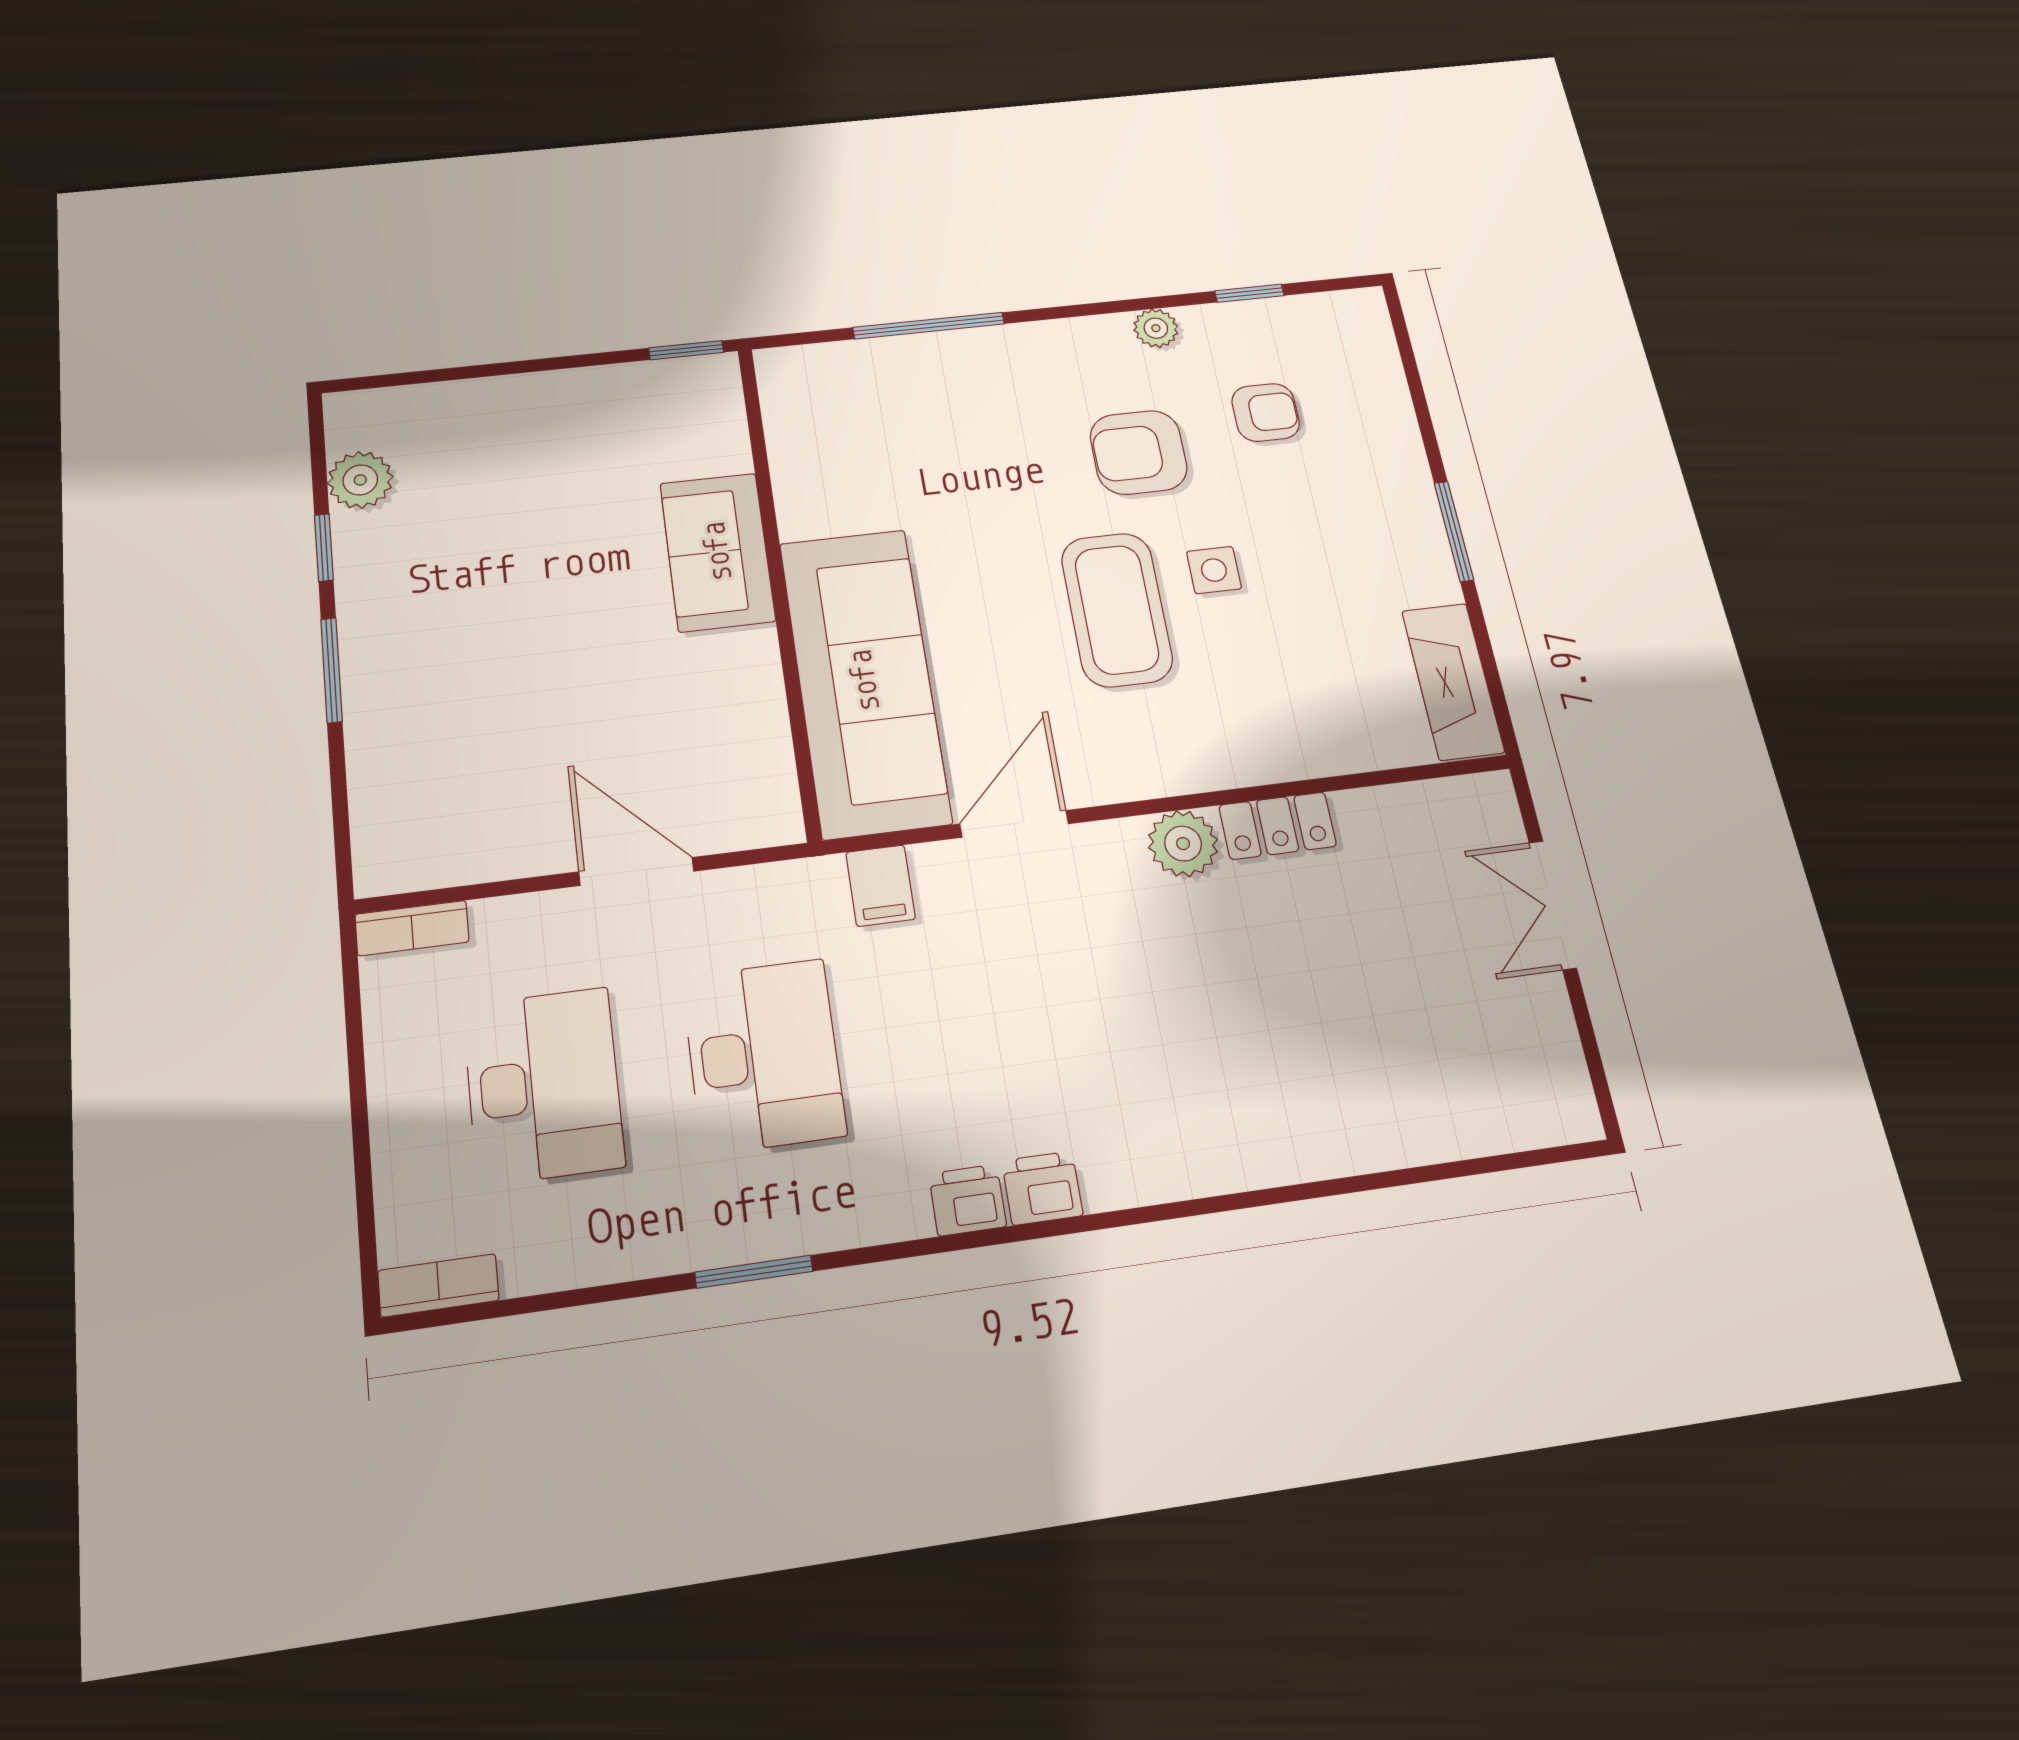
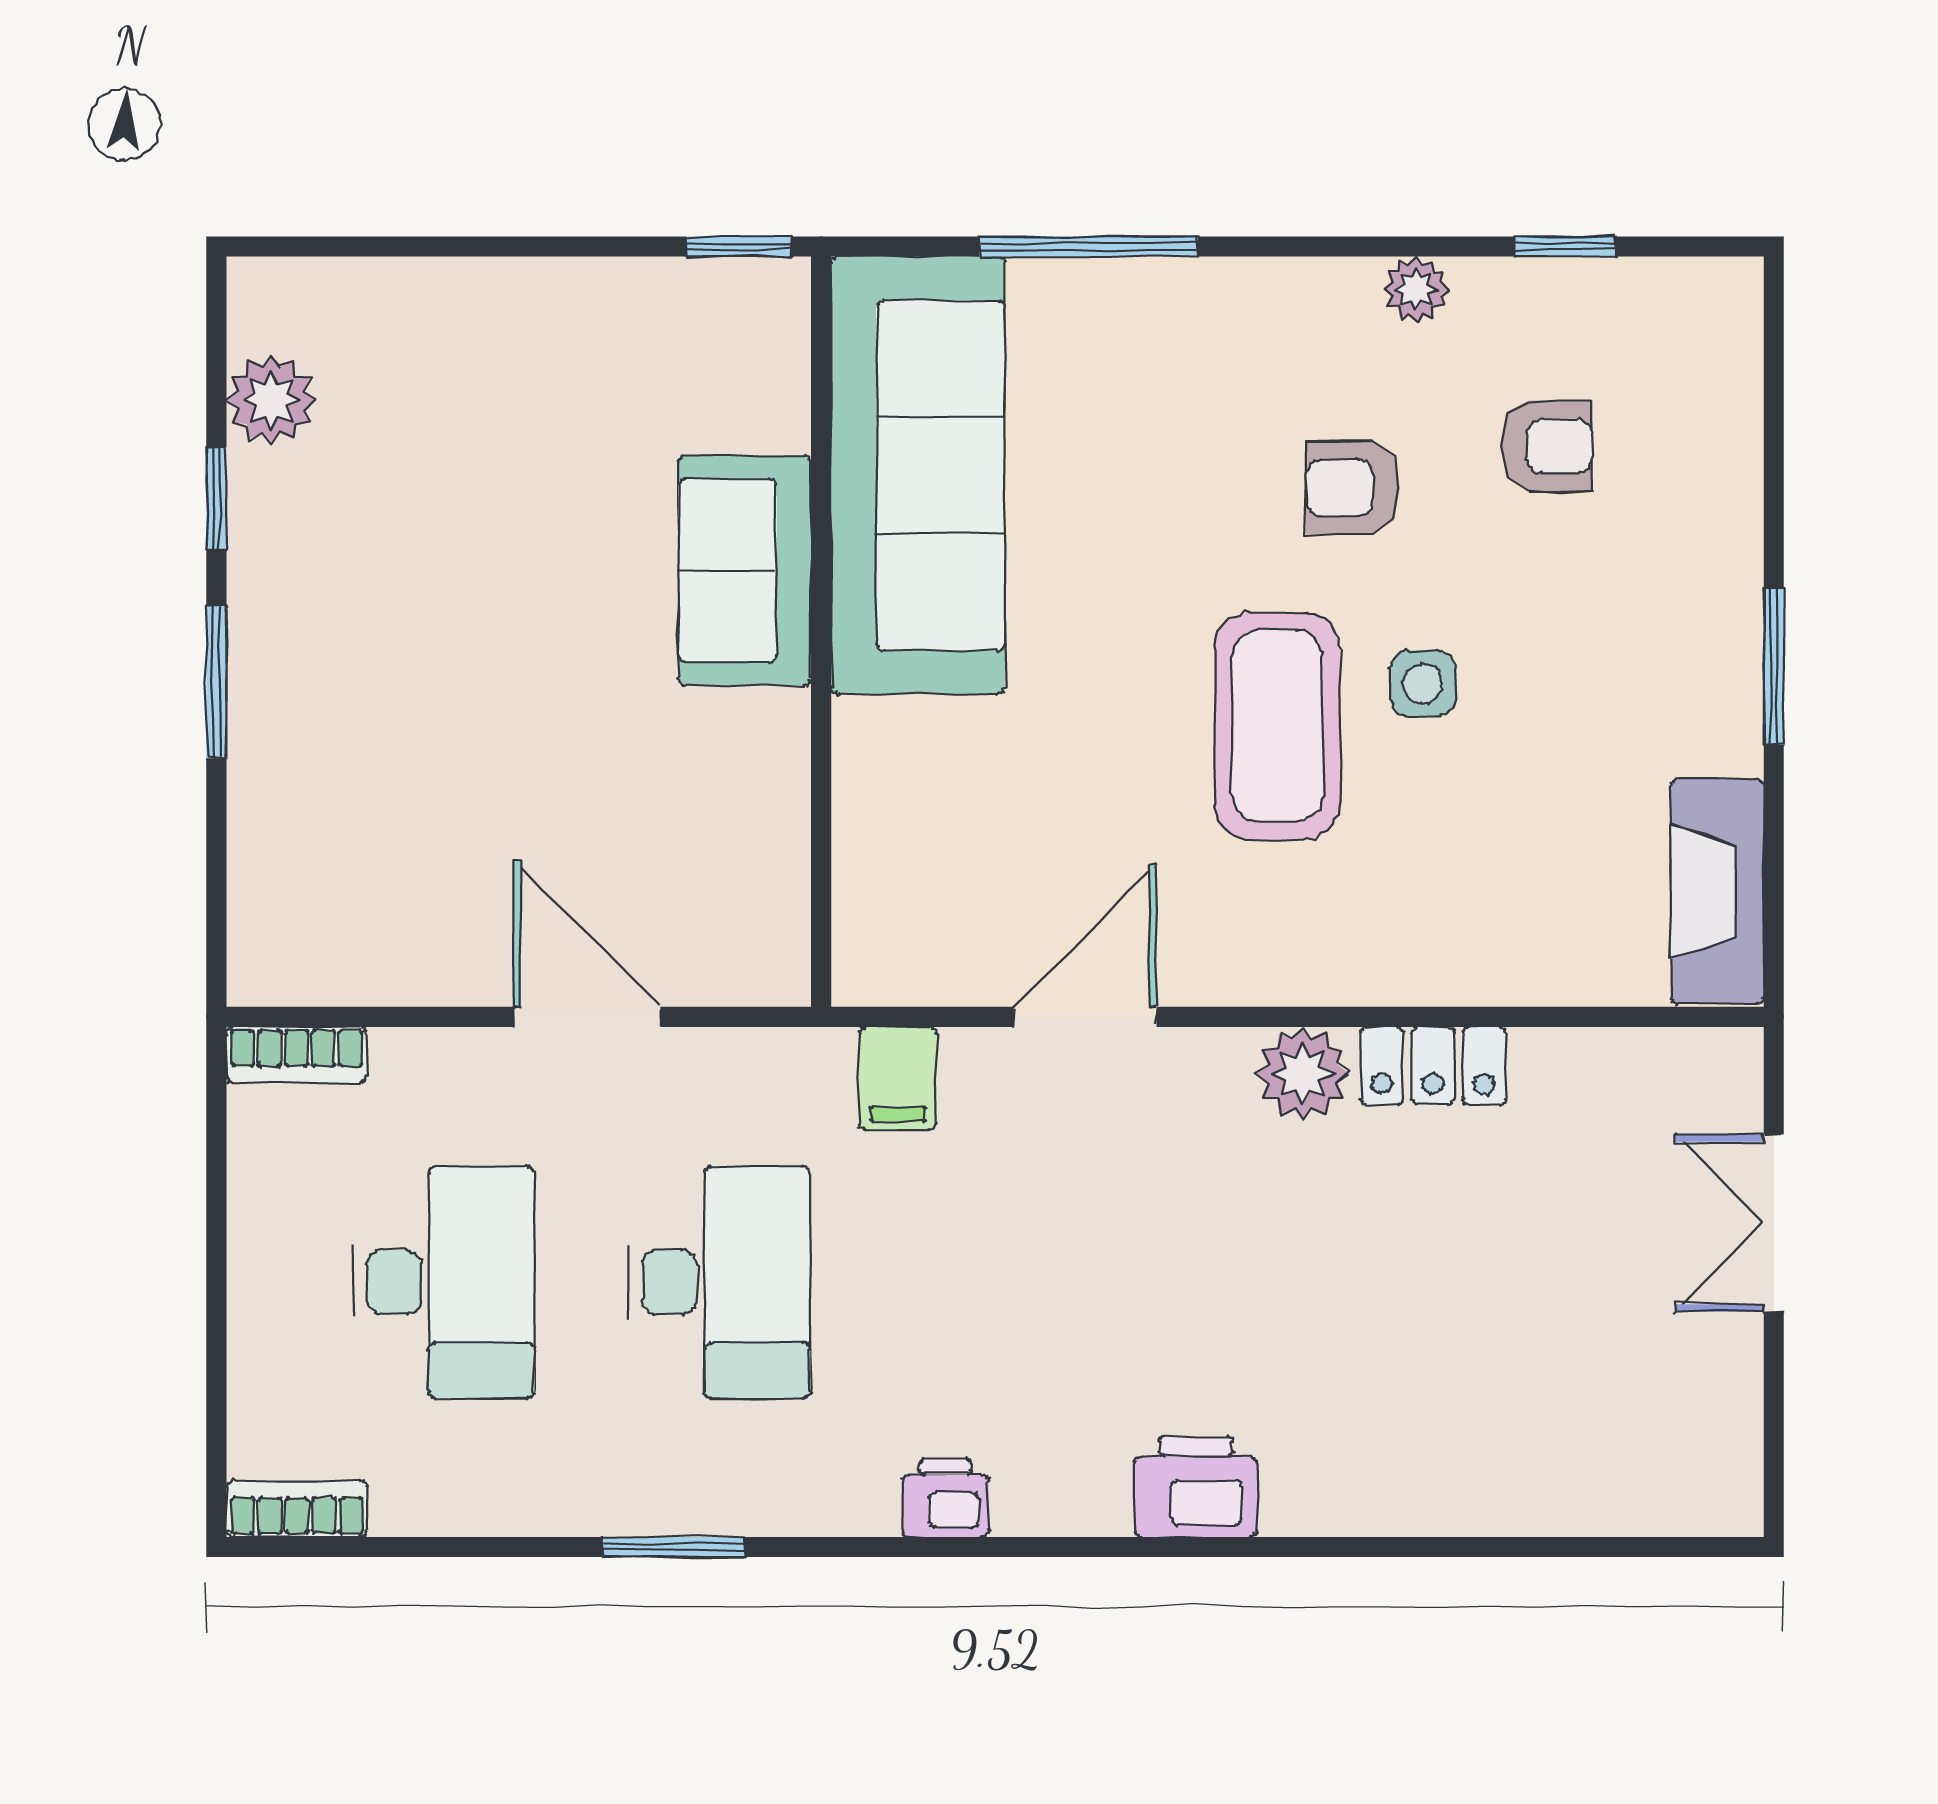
armchair: (1139, 452) -> (1353, 488), width x0.72, depth x0.72
sofa: (864, 681) -> (918, 475), moved
printer: (1042, 1188) -> (1196, 1487), moved, width x1.36, depth x1.24

